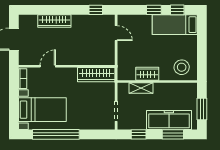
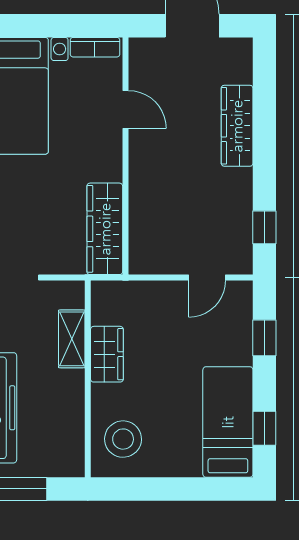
window: (154, 10) -> (264, 338), moved

